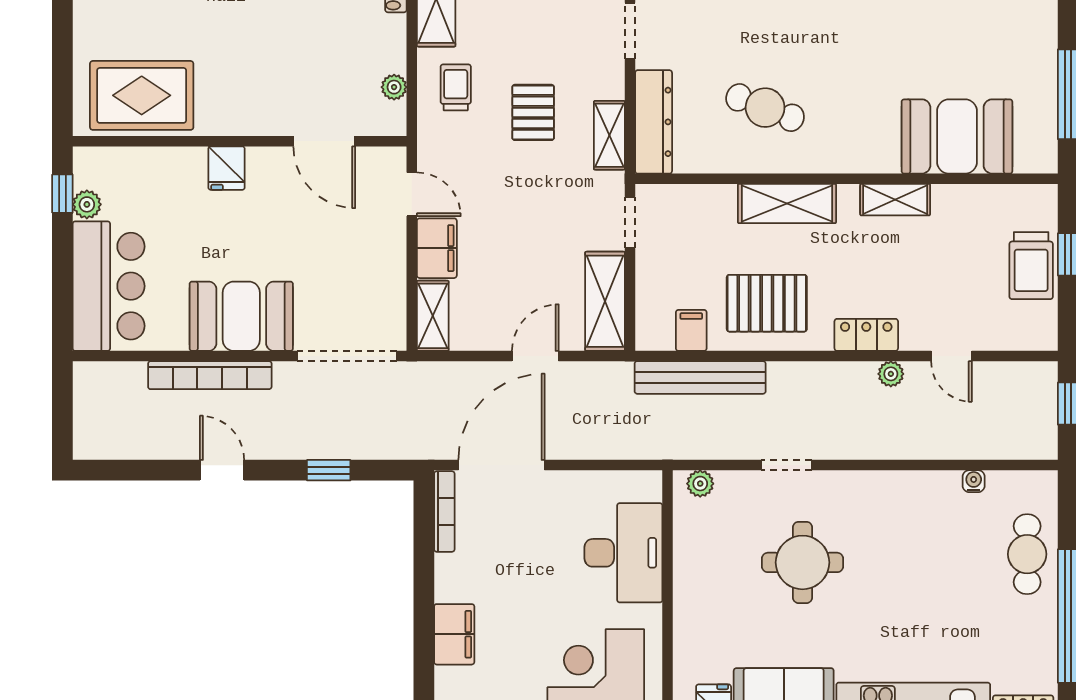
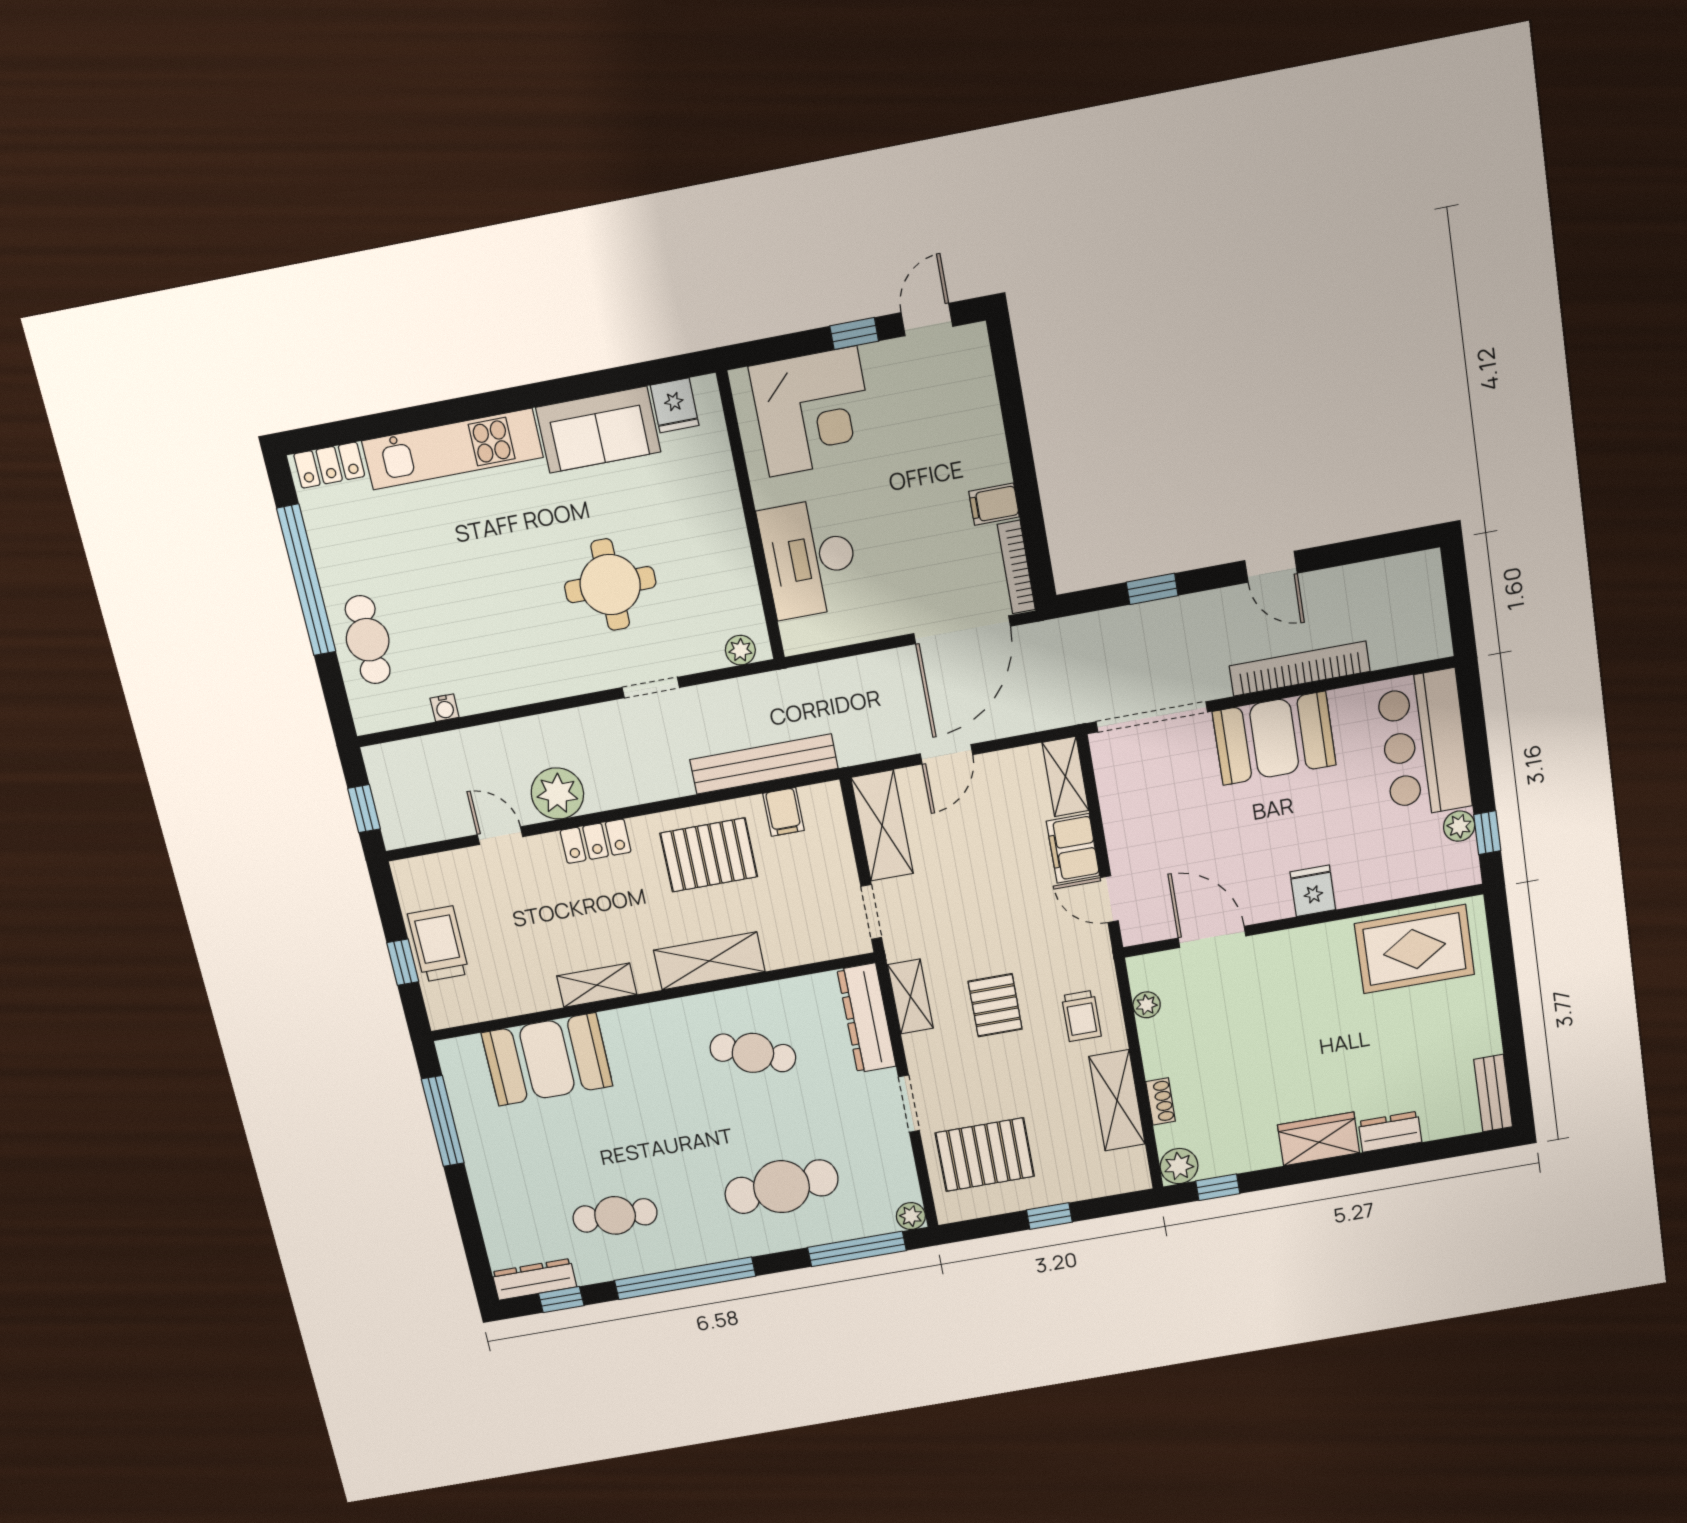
plant: (891, 374) -> (557, 793), width x1.88, depth x1.88
filing cabinet: (454, 634) -> (994, 504), moved, width x0.50

